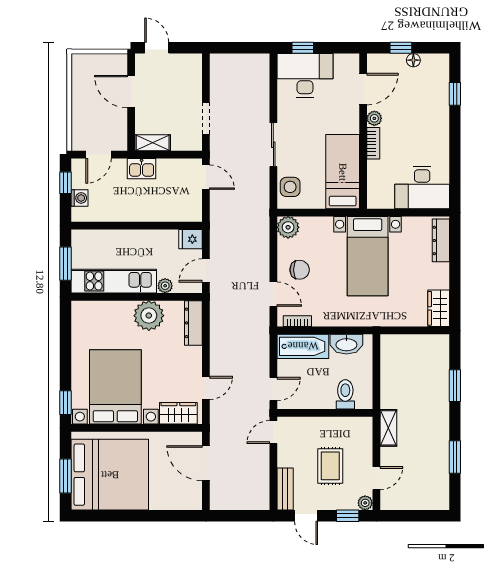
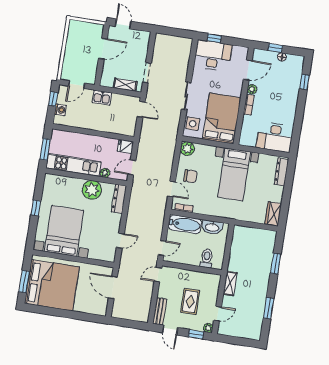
door: (131, 92) -> (103, 49), swing flipped
shelving: (153, 143) -> (125, 85), moved
bed: (343, 172) -> (222, 118), width x1.50
window: (66, 403) -> (36, 208), moved
wardrobe: (178, 413) -> (101, 254), removed

